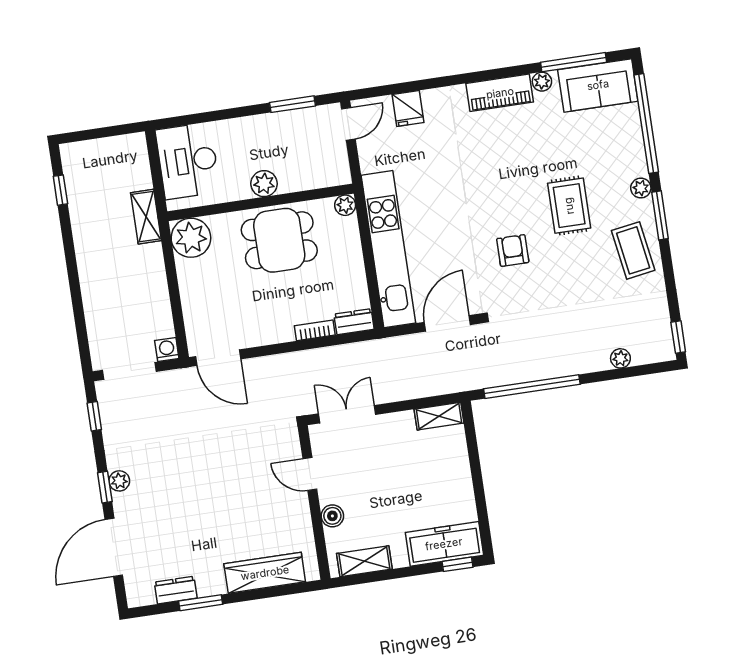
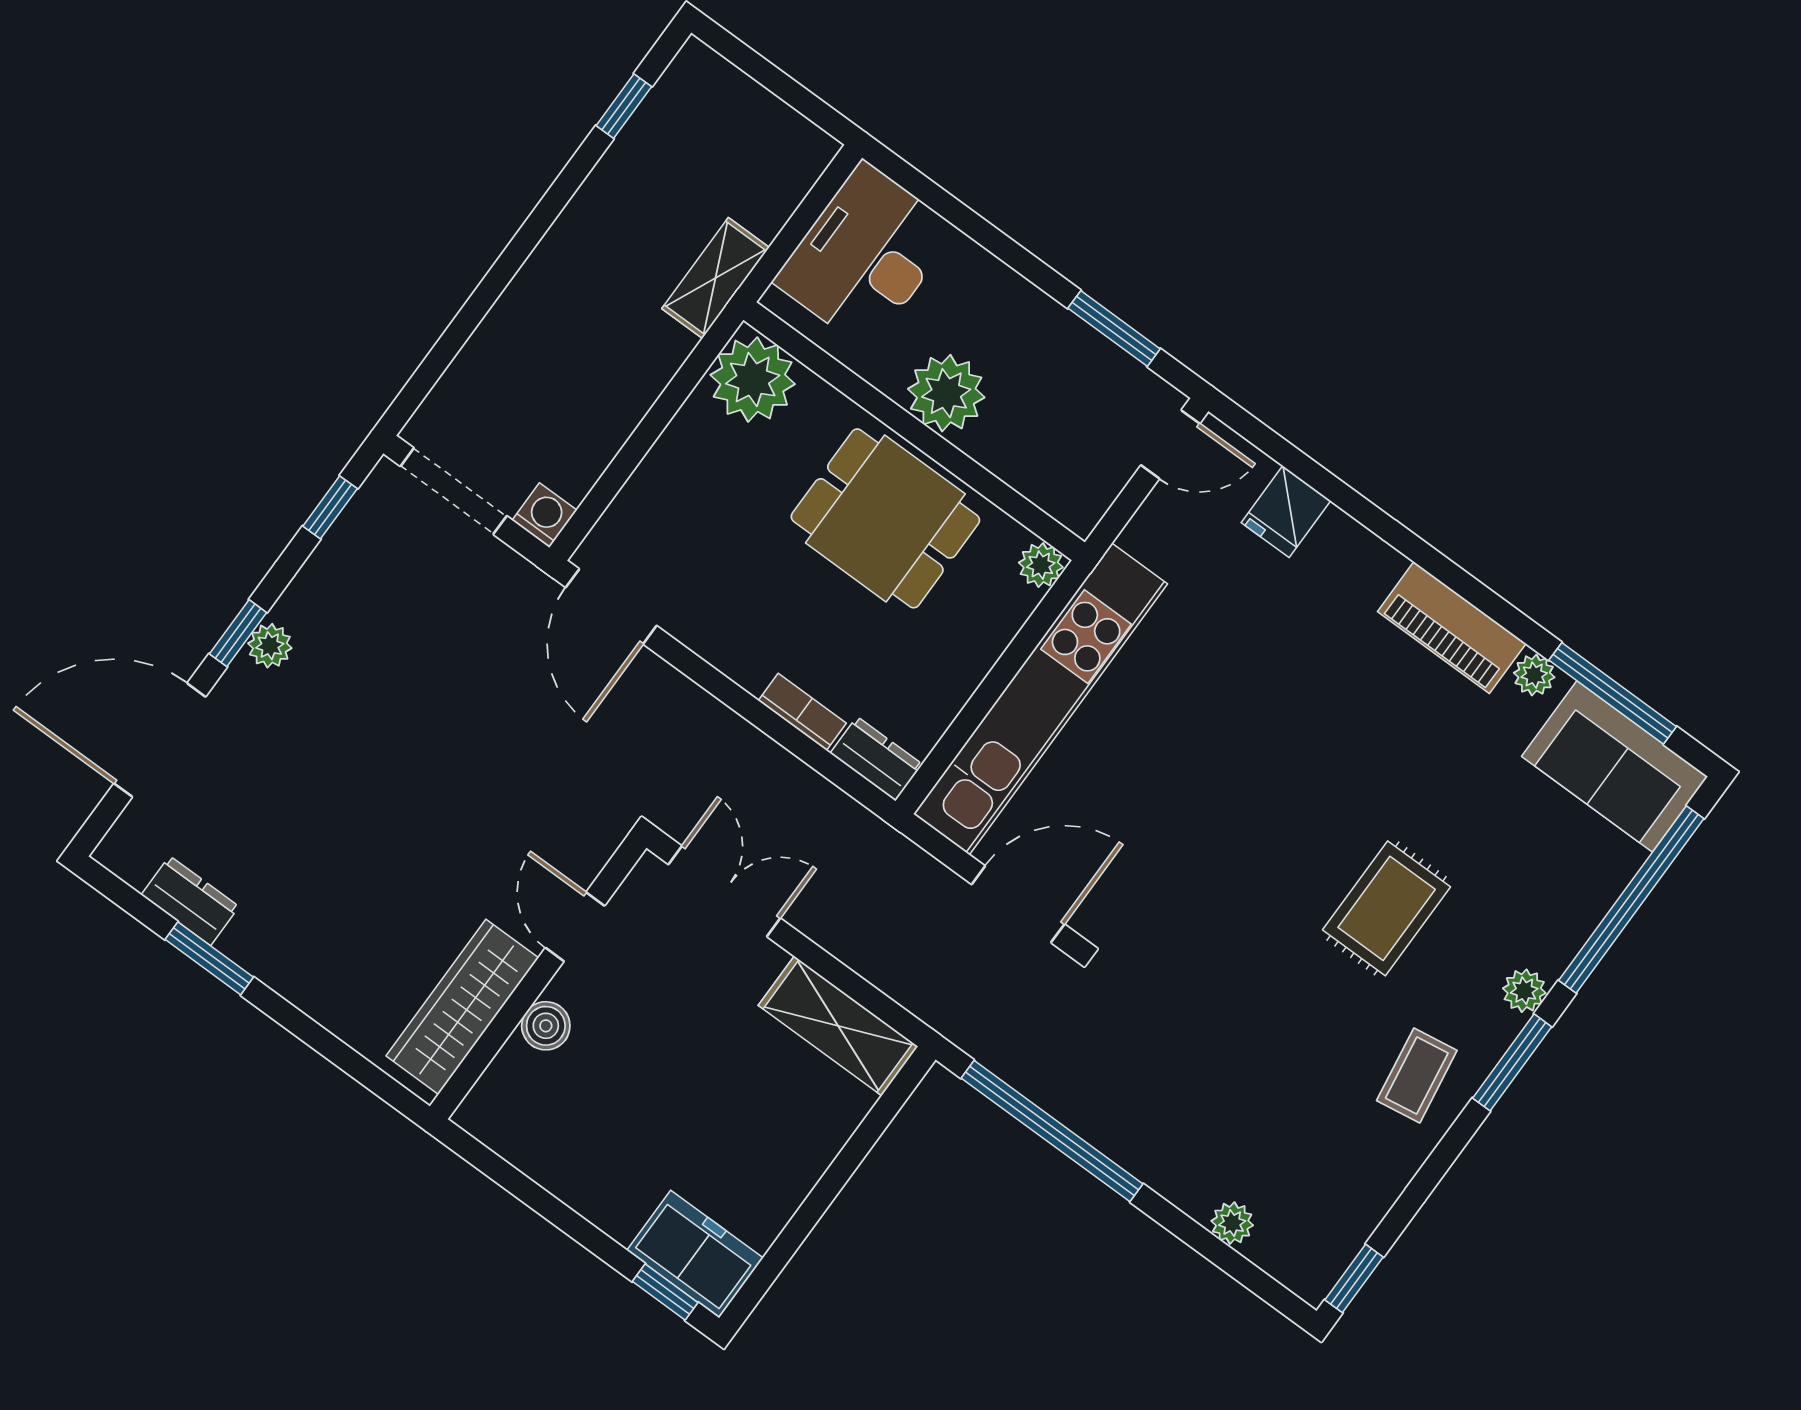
plant: (264, 184) -> (946, 393), width x1.36, depth x1.36
armchair: (513, 250) -> (1231, 891), removed
coffee table: (633, 250) -> (1417, 1076), width x0.73, depth x0.77
shelving: (439, 416) -> (838, 1026), width x1.50, depth x1.33
freezer: (444, 544) -> (695, 1254), width x0.71
shelving: (364, 561) -> (526, 1145), removed
wardrobe: (265, 573) -> (462, 1007), moved, turned -90

